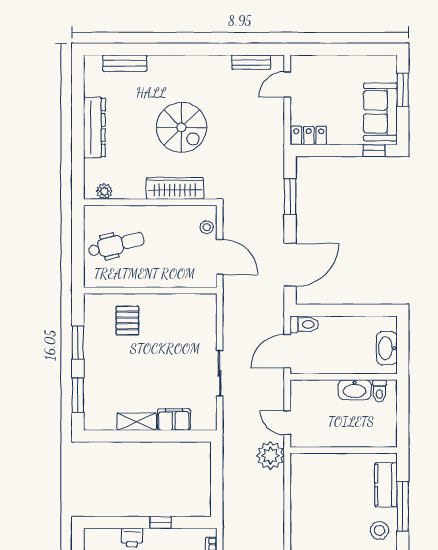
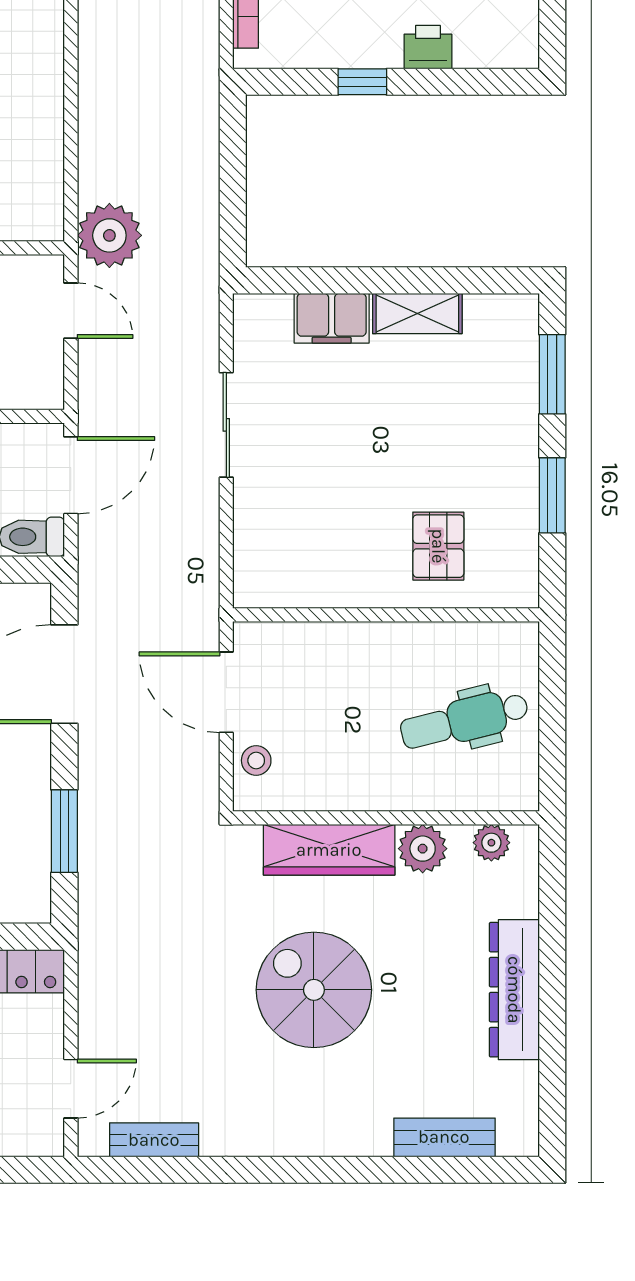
plant: (134, 189) -> (423, 849), added

